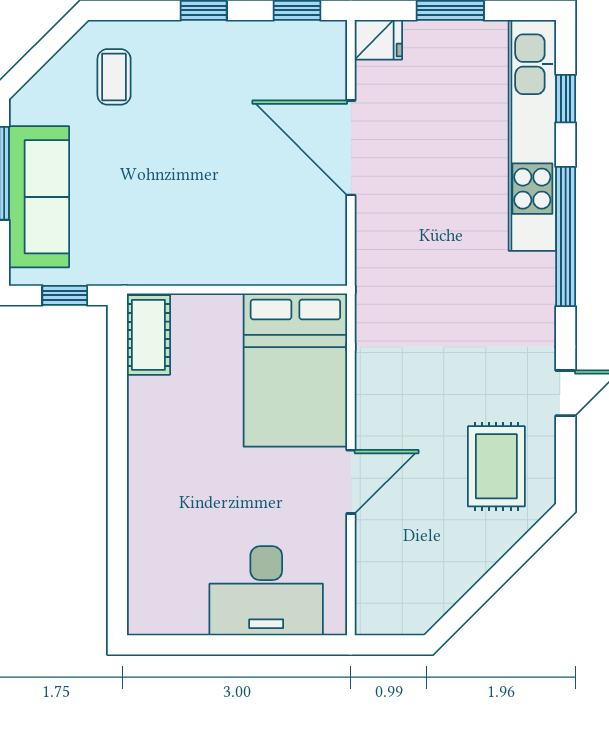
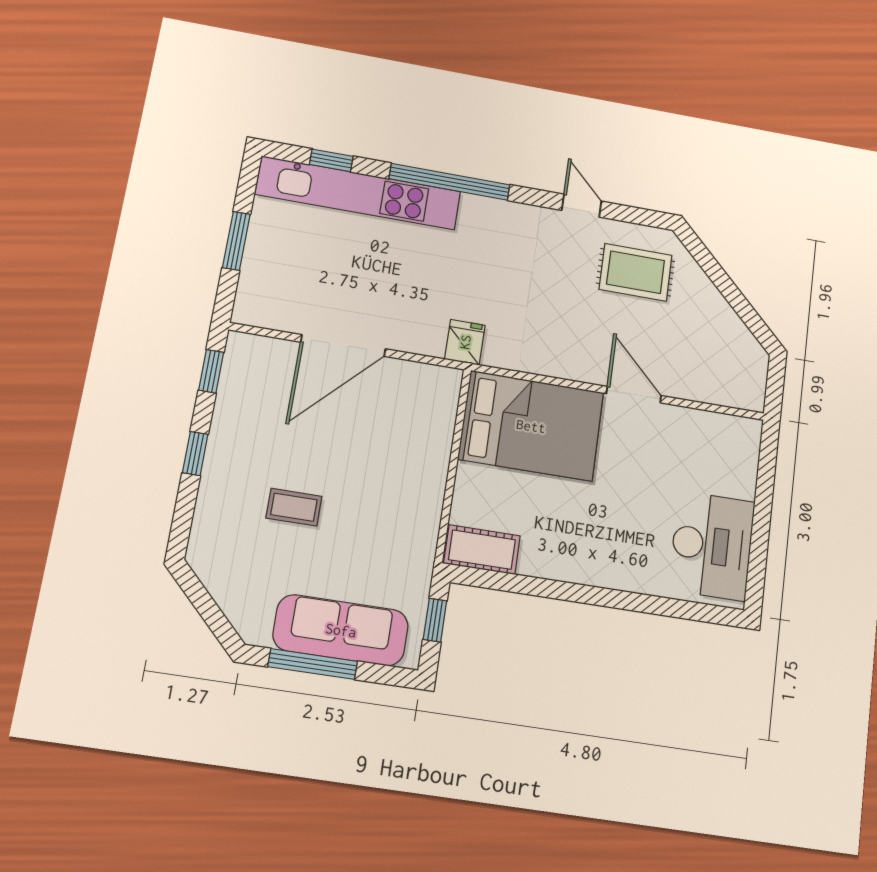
fridge: (378, 40) -> (465, 342), moved
coffee table: (114, 77) -> (294, 507), moved
desk: (266, 591) -> (712, 546), moved

